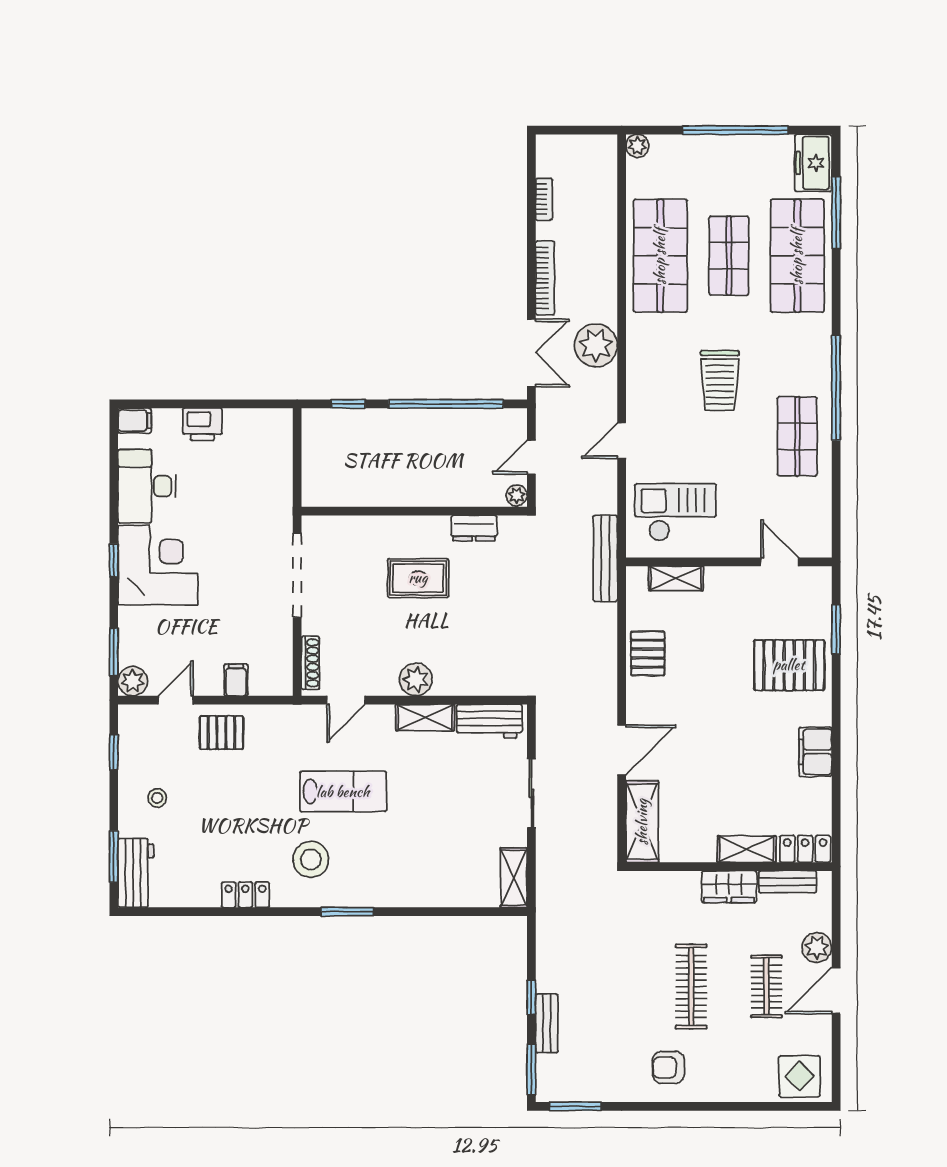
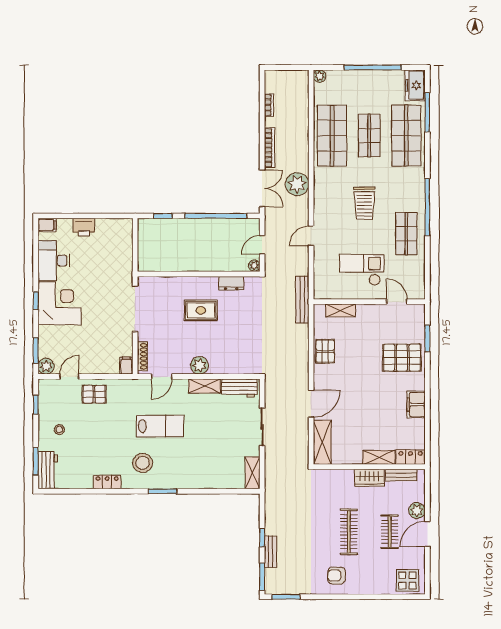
checkout: (676, 512) -> (362, 270), moved
filing cabinet: (236, 680) -> (126, 366), moved

